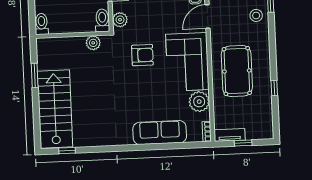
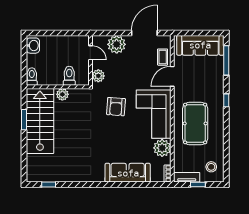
stool: (256, 15) -> (211, 167), moved
toilet: (102, 20) -> (69, 76), moved
plant: (93, 43) -> (62, 94), moved
armchair: (142, 55) -> (116, 107), turned 94
window: (274, 88) -> (226, 100), moved
stairs: (55, 109) -> (40, 121), moved

